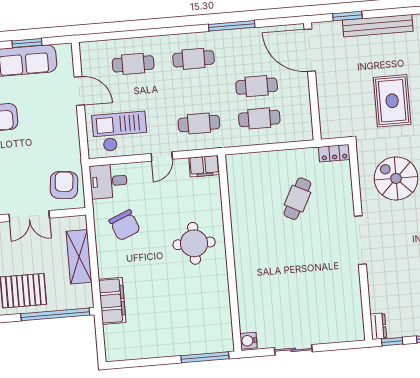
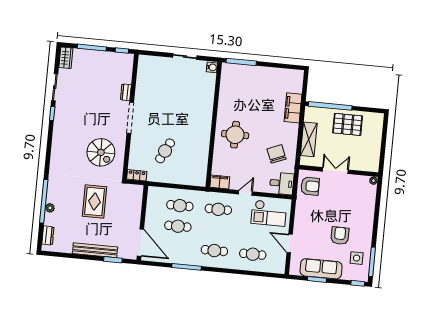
armchair: (64, 185) -> (310, 186), turned -96
dresser: (378, 326) -> (126, 92), moved

